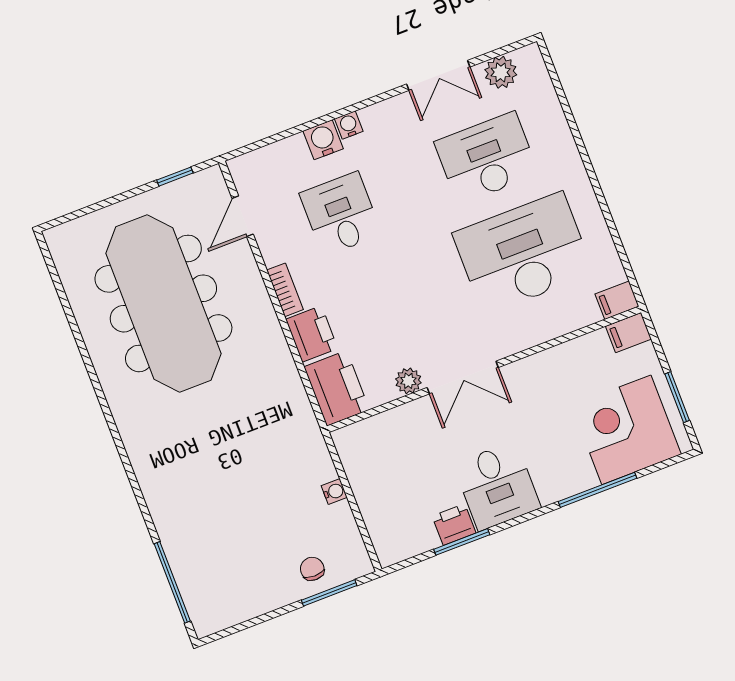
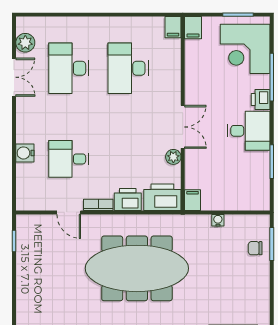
water cooler: (349, 125) -> (22, 136), removed
door: (243, 216) -> (69, 212), moved
desk: (523, 253) -> (128, 68), width x0.73, depth x0.77
meeting table: (163, 303) -> (137, 268), moved
filing cabinet: (351, 438) -> (193, 200), added
printer: (454, 524) -> (261, 99), moved

